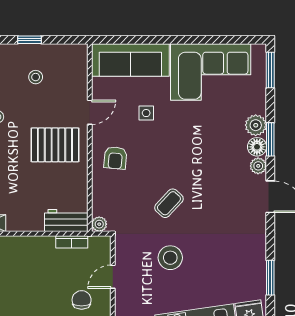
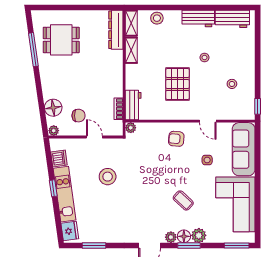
window: (30, 40) -> (258, 106), moved
pallet: (55, 145) -> (178, 84), moved
coffee table: (169, 203) -> (183, 200), moved

